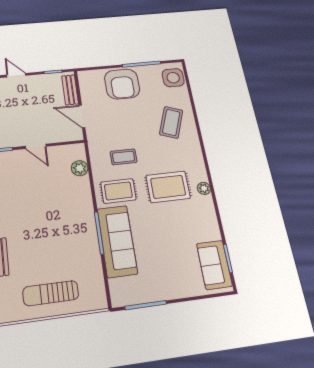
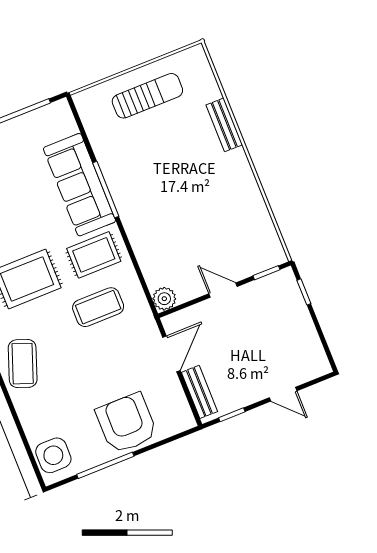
door: (82, 116) -> (171, 354), hinge flipped
coffee table: (171, 122) -> (23, 364), moved
coffee table: (124, 157) -> (98, 307), width x1.36, depth x1.30
plant: (80, 168) -> (164, 299), moved

